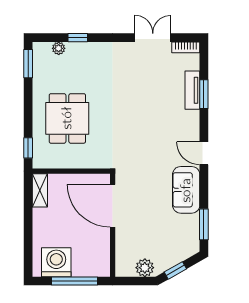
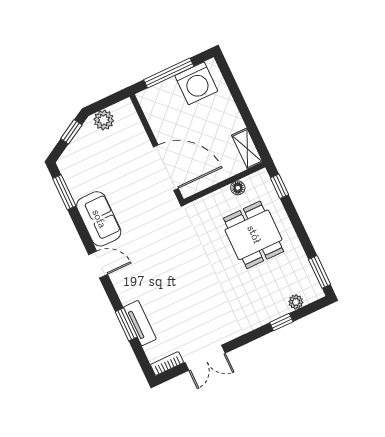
floor lamp: (62, 162) -> (238, 188), added

